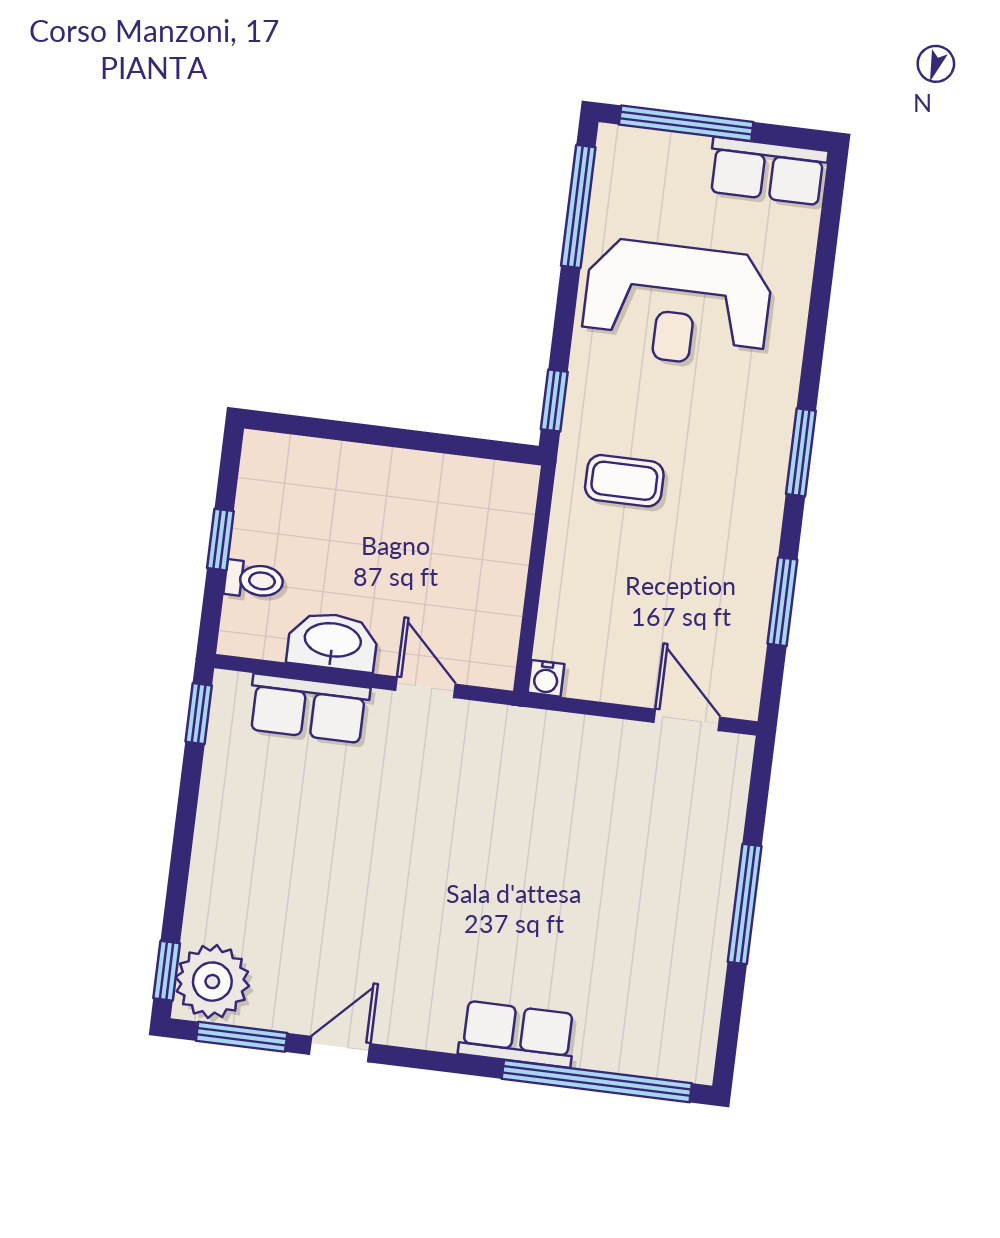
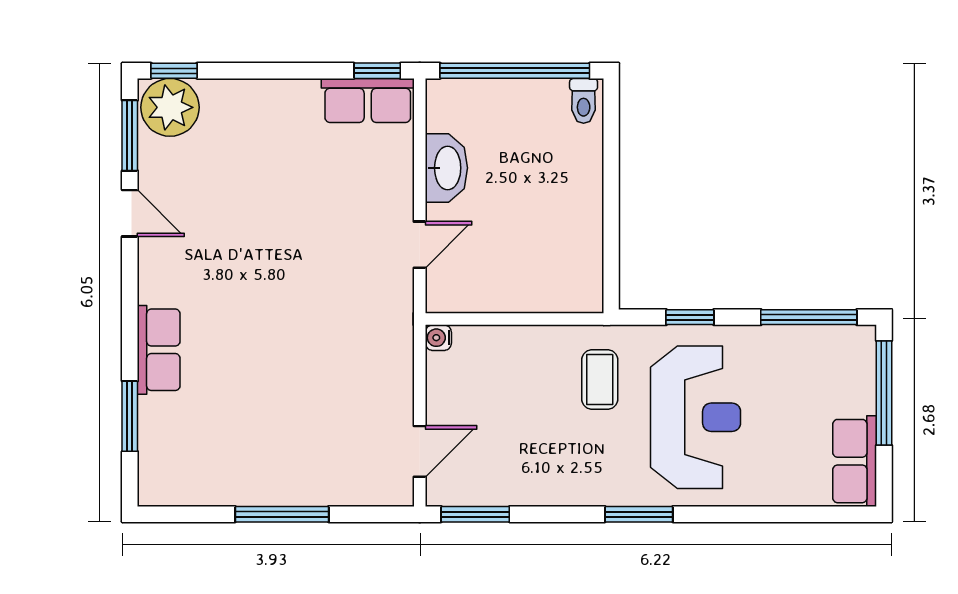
reception desk: (677, 304) -> (695, 417), moved, turned 180
window: (554, 401) -> (690, 317), moved
window: (220, 540) -> (515, 71), width x3.17
toilet: (254, 580) -> (584, 101), moved
window: (782, 602) -> (475, 514), moved
row of seats: (309, 708) -> (368, 100), moved, turned -90
window: (597, 1081) -> (130, 416), width x0.47

